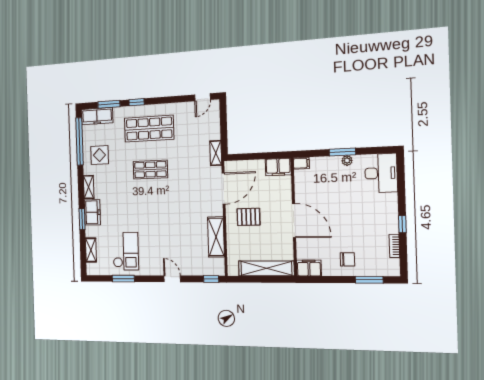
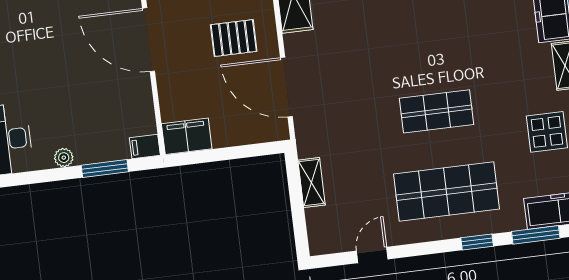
door: (203, 97) -> (372, 255), moved
window: (342, 152) -> (105, 168), moved
shelving: (216, 153) -> (312, 183), moved
door: (224, 189) -> (286, 87), hinge flipped

